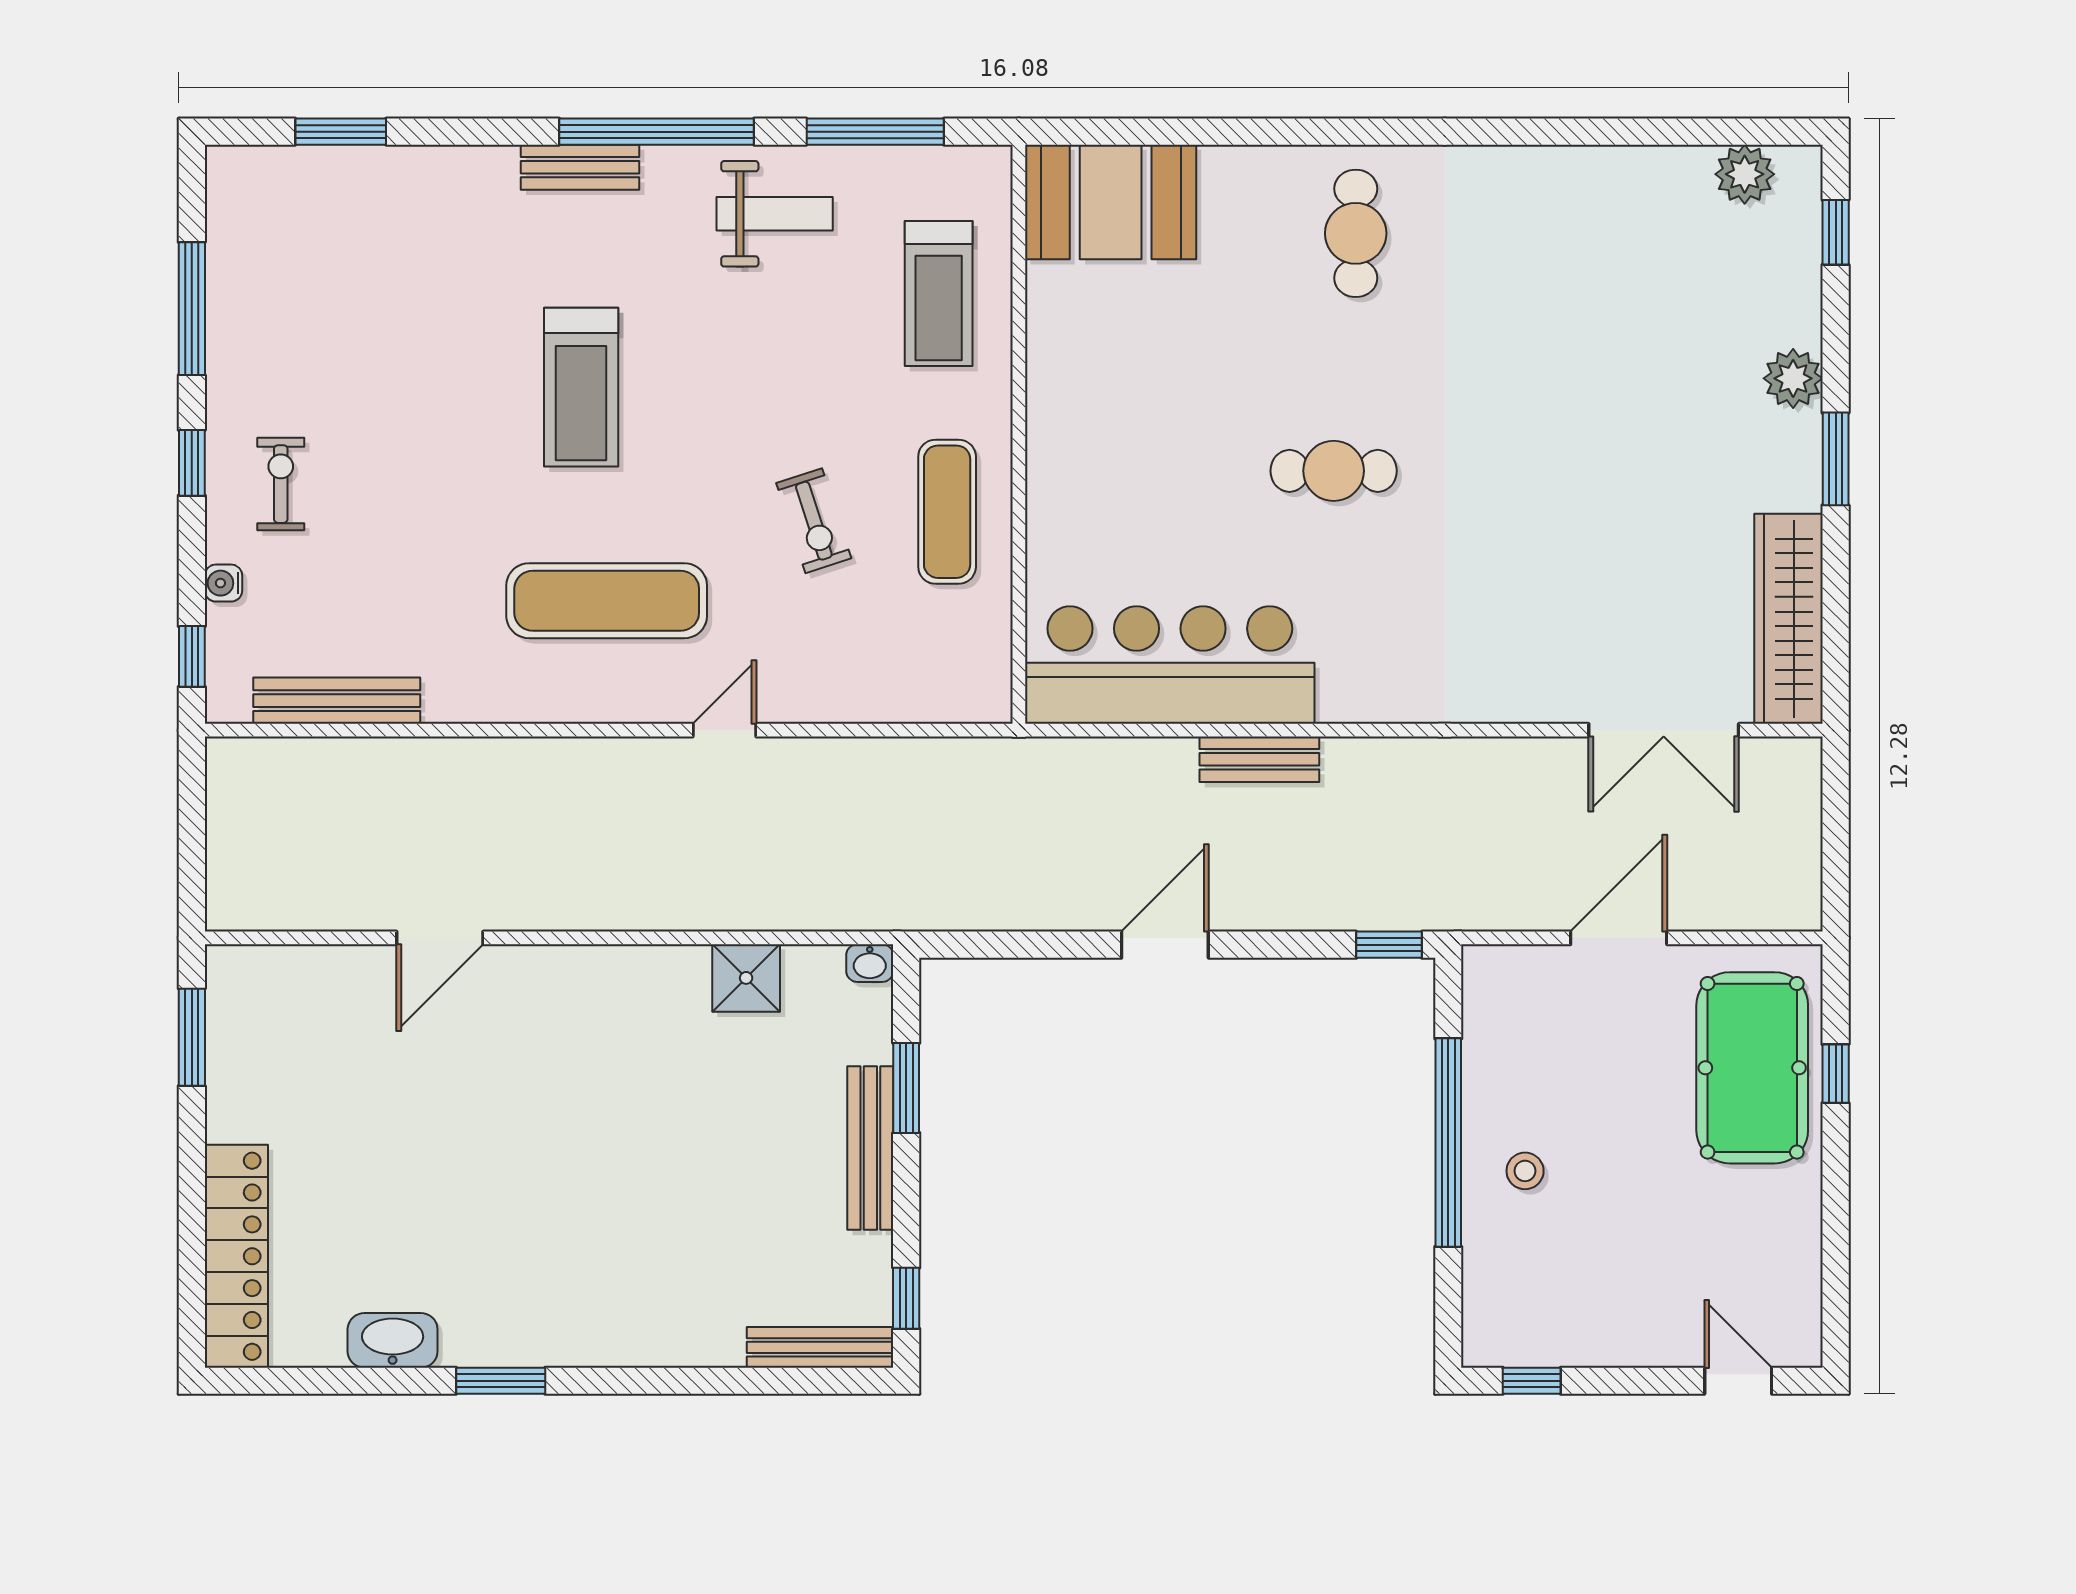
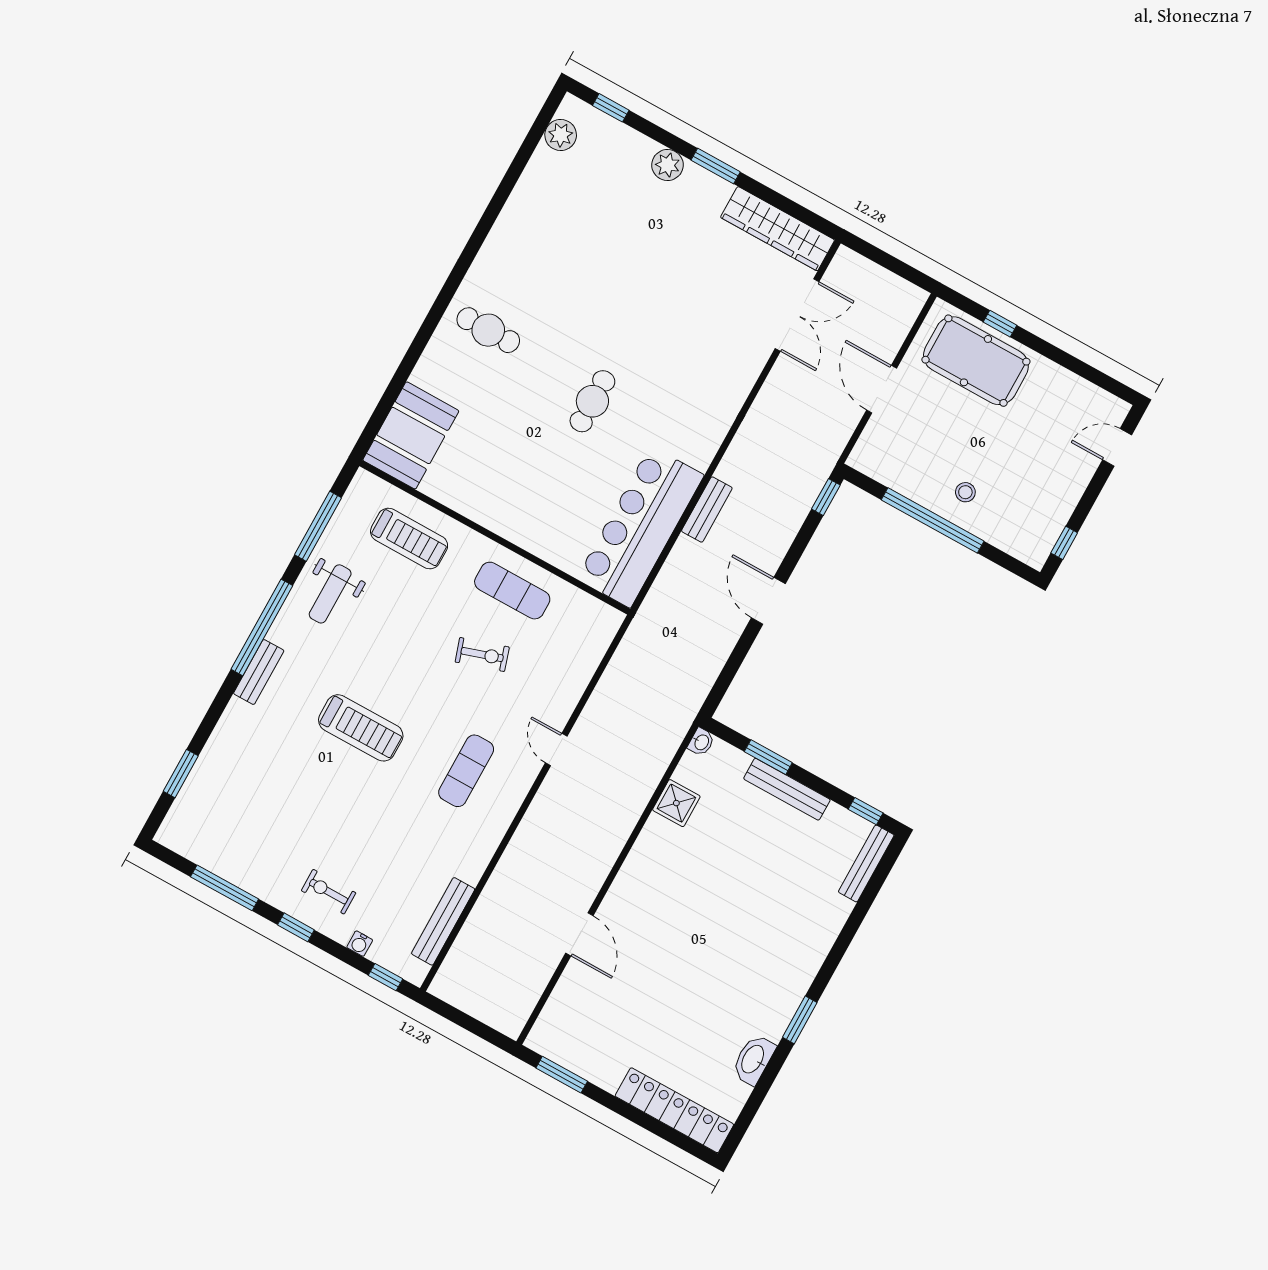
weight bench: (775, 214) -> (330, 594), turned 180
exercise mat: (607, 601) -> (466, 771), width x0.73, depth x0.69

